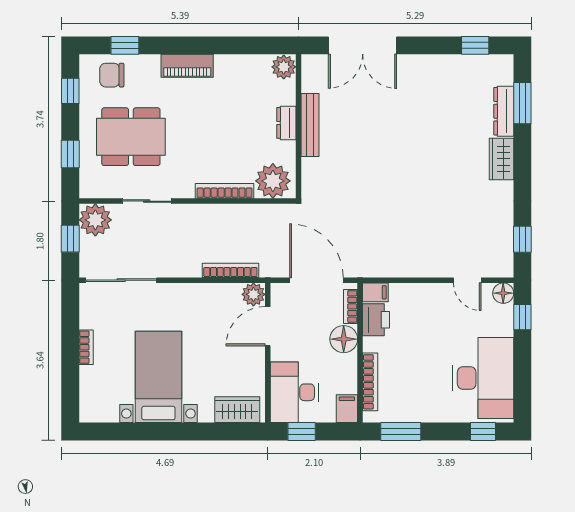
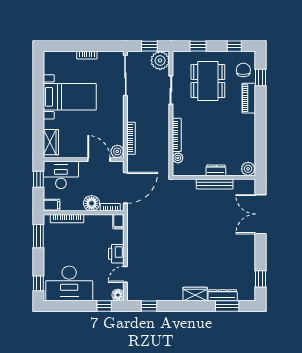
piano: (187, 66) -> (249, 98), moved
plant: (273, 181) -> (178, 158), width x0.53, depth x0.53
printer: (376, 320) -> (116, 254), moved, turned 90

